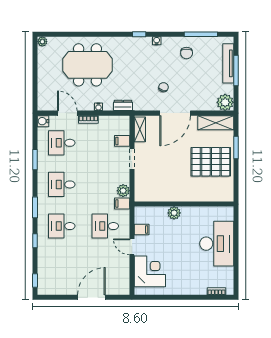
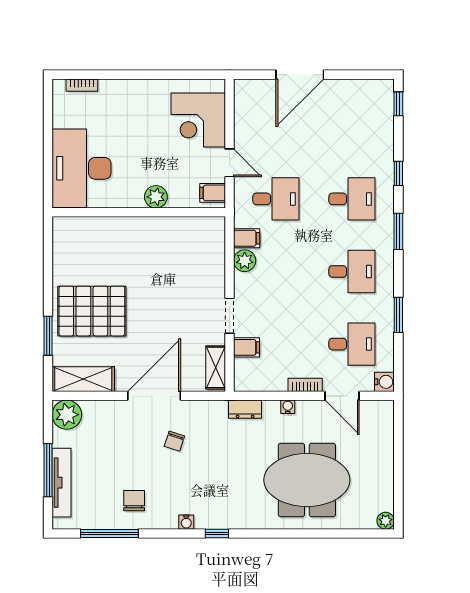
wall: (184, 204) -> (139, 212), moved
plant: (174, 213) -> (156, 197), moved

